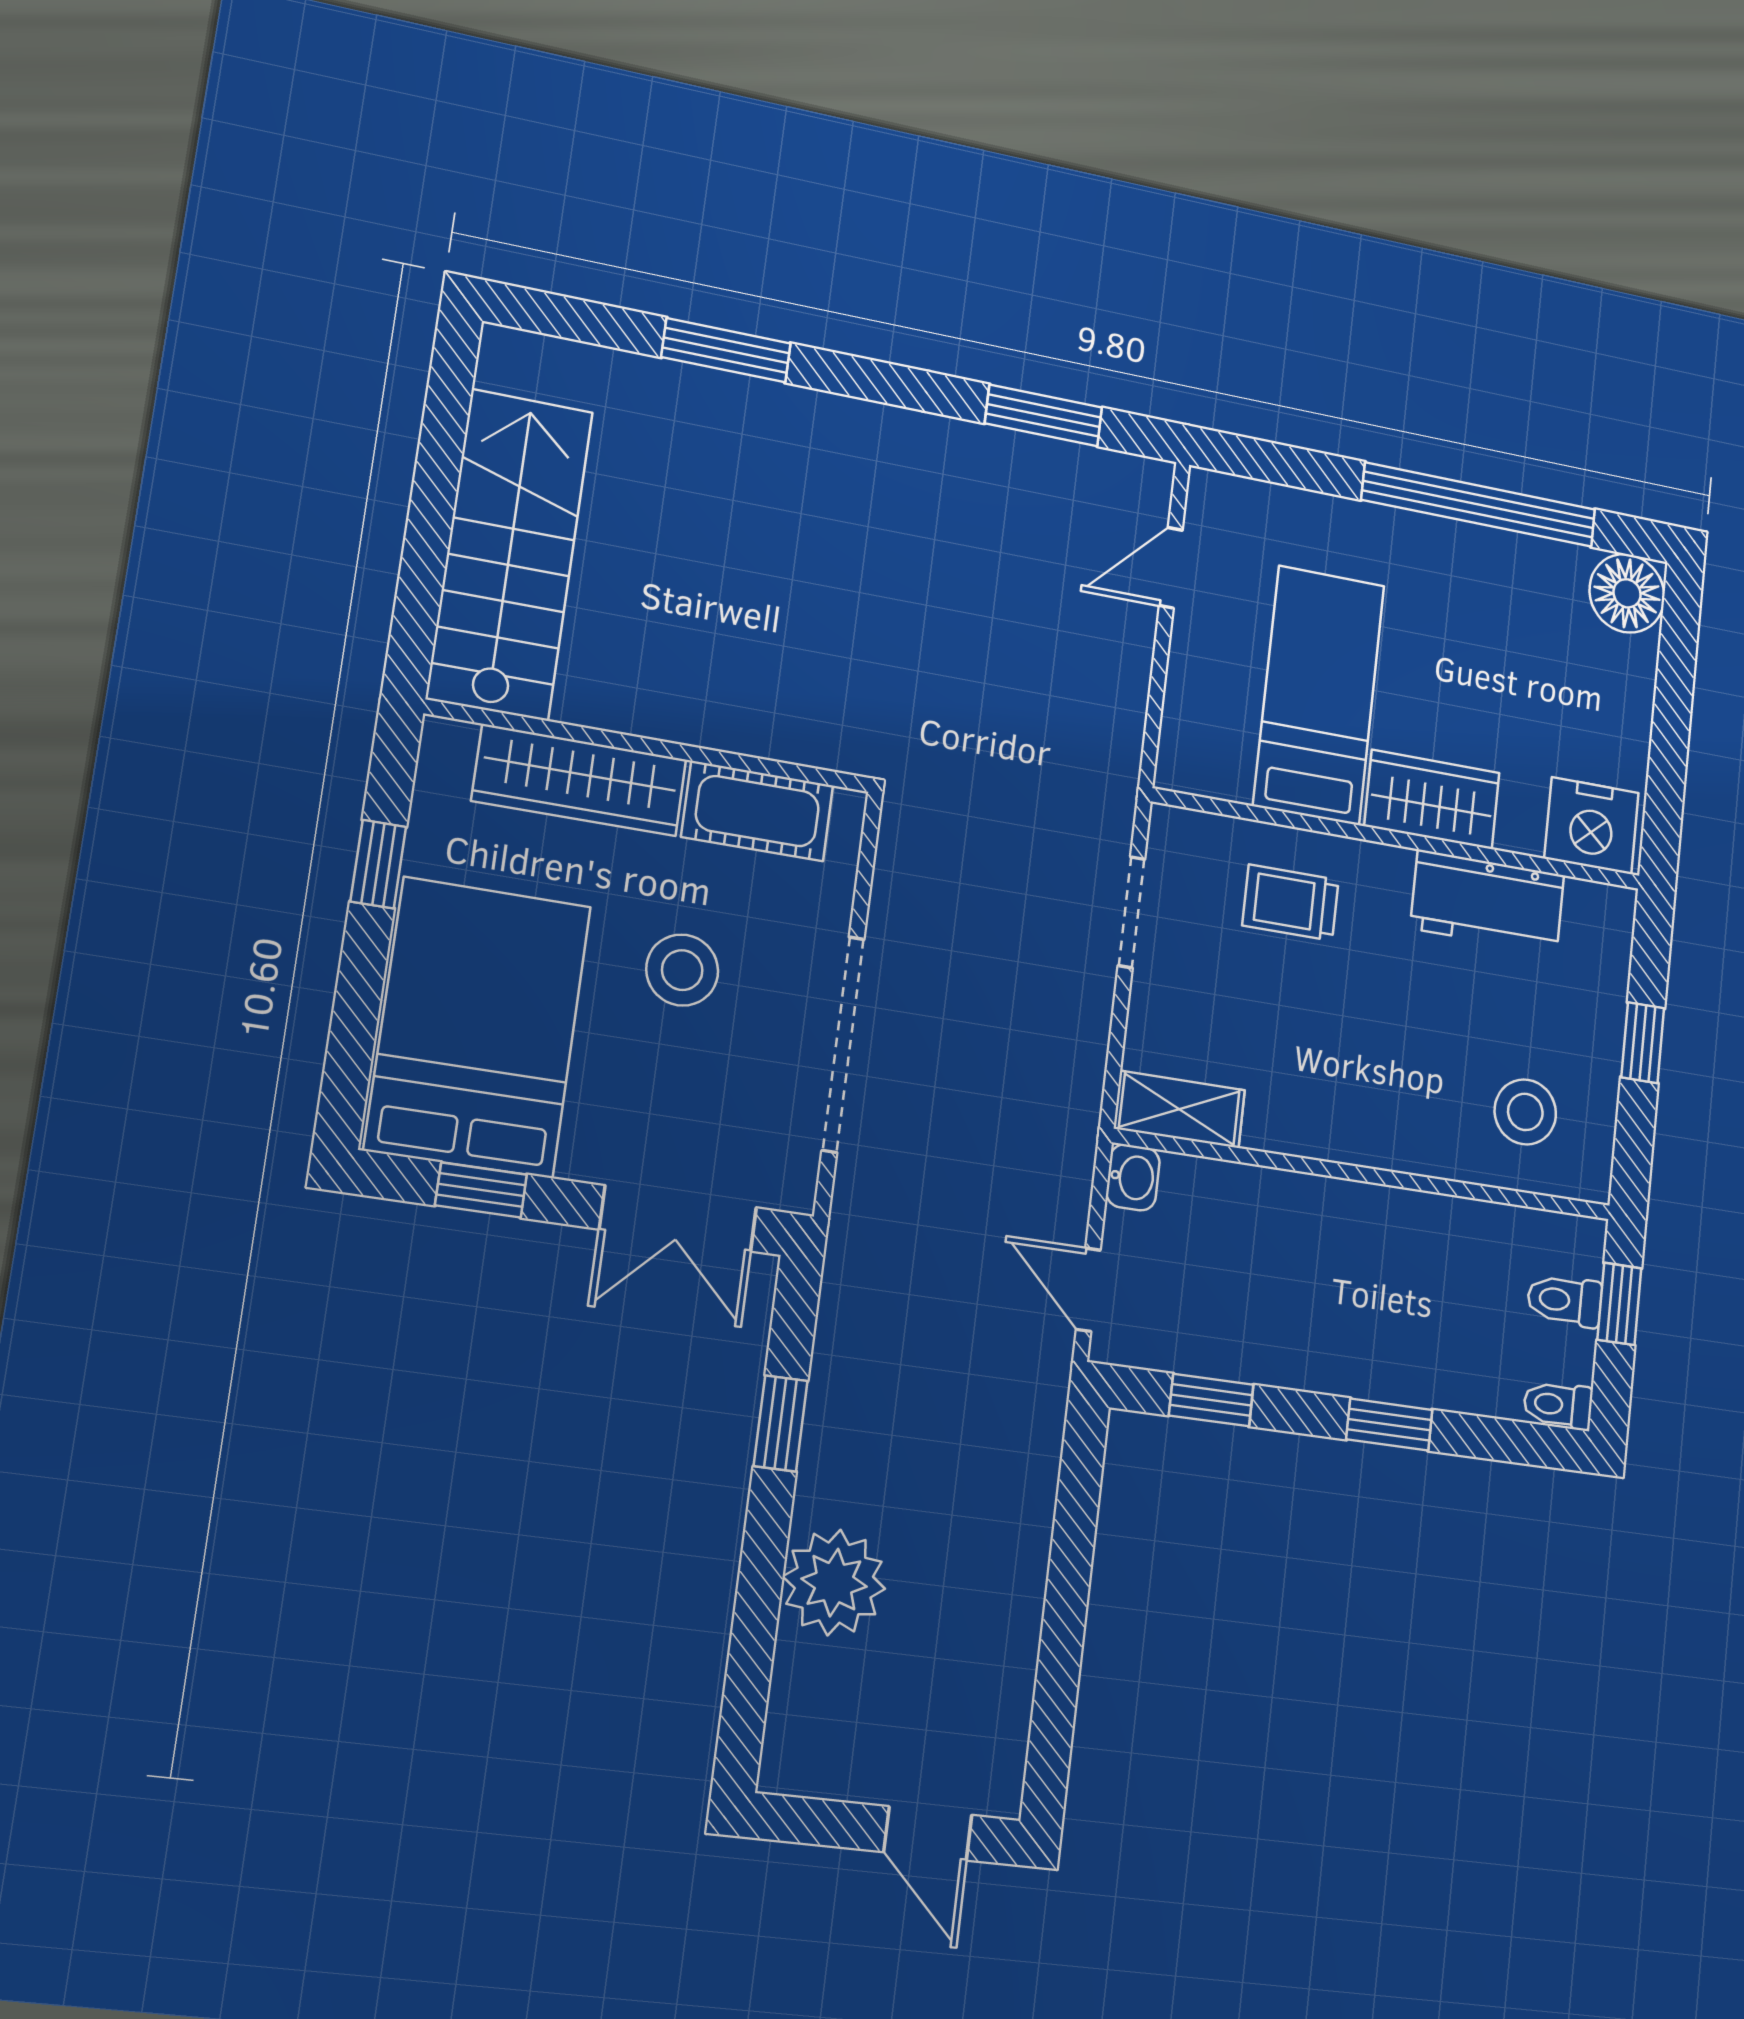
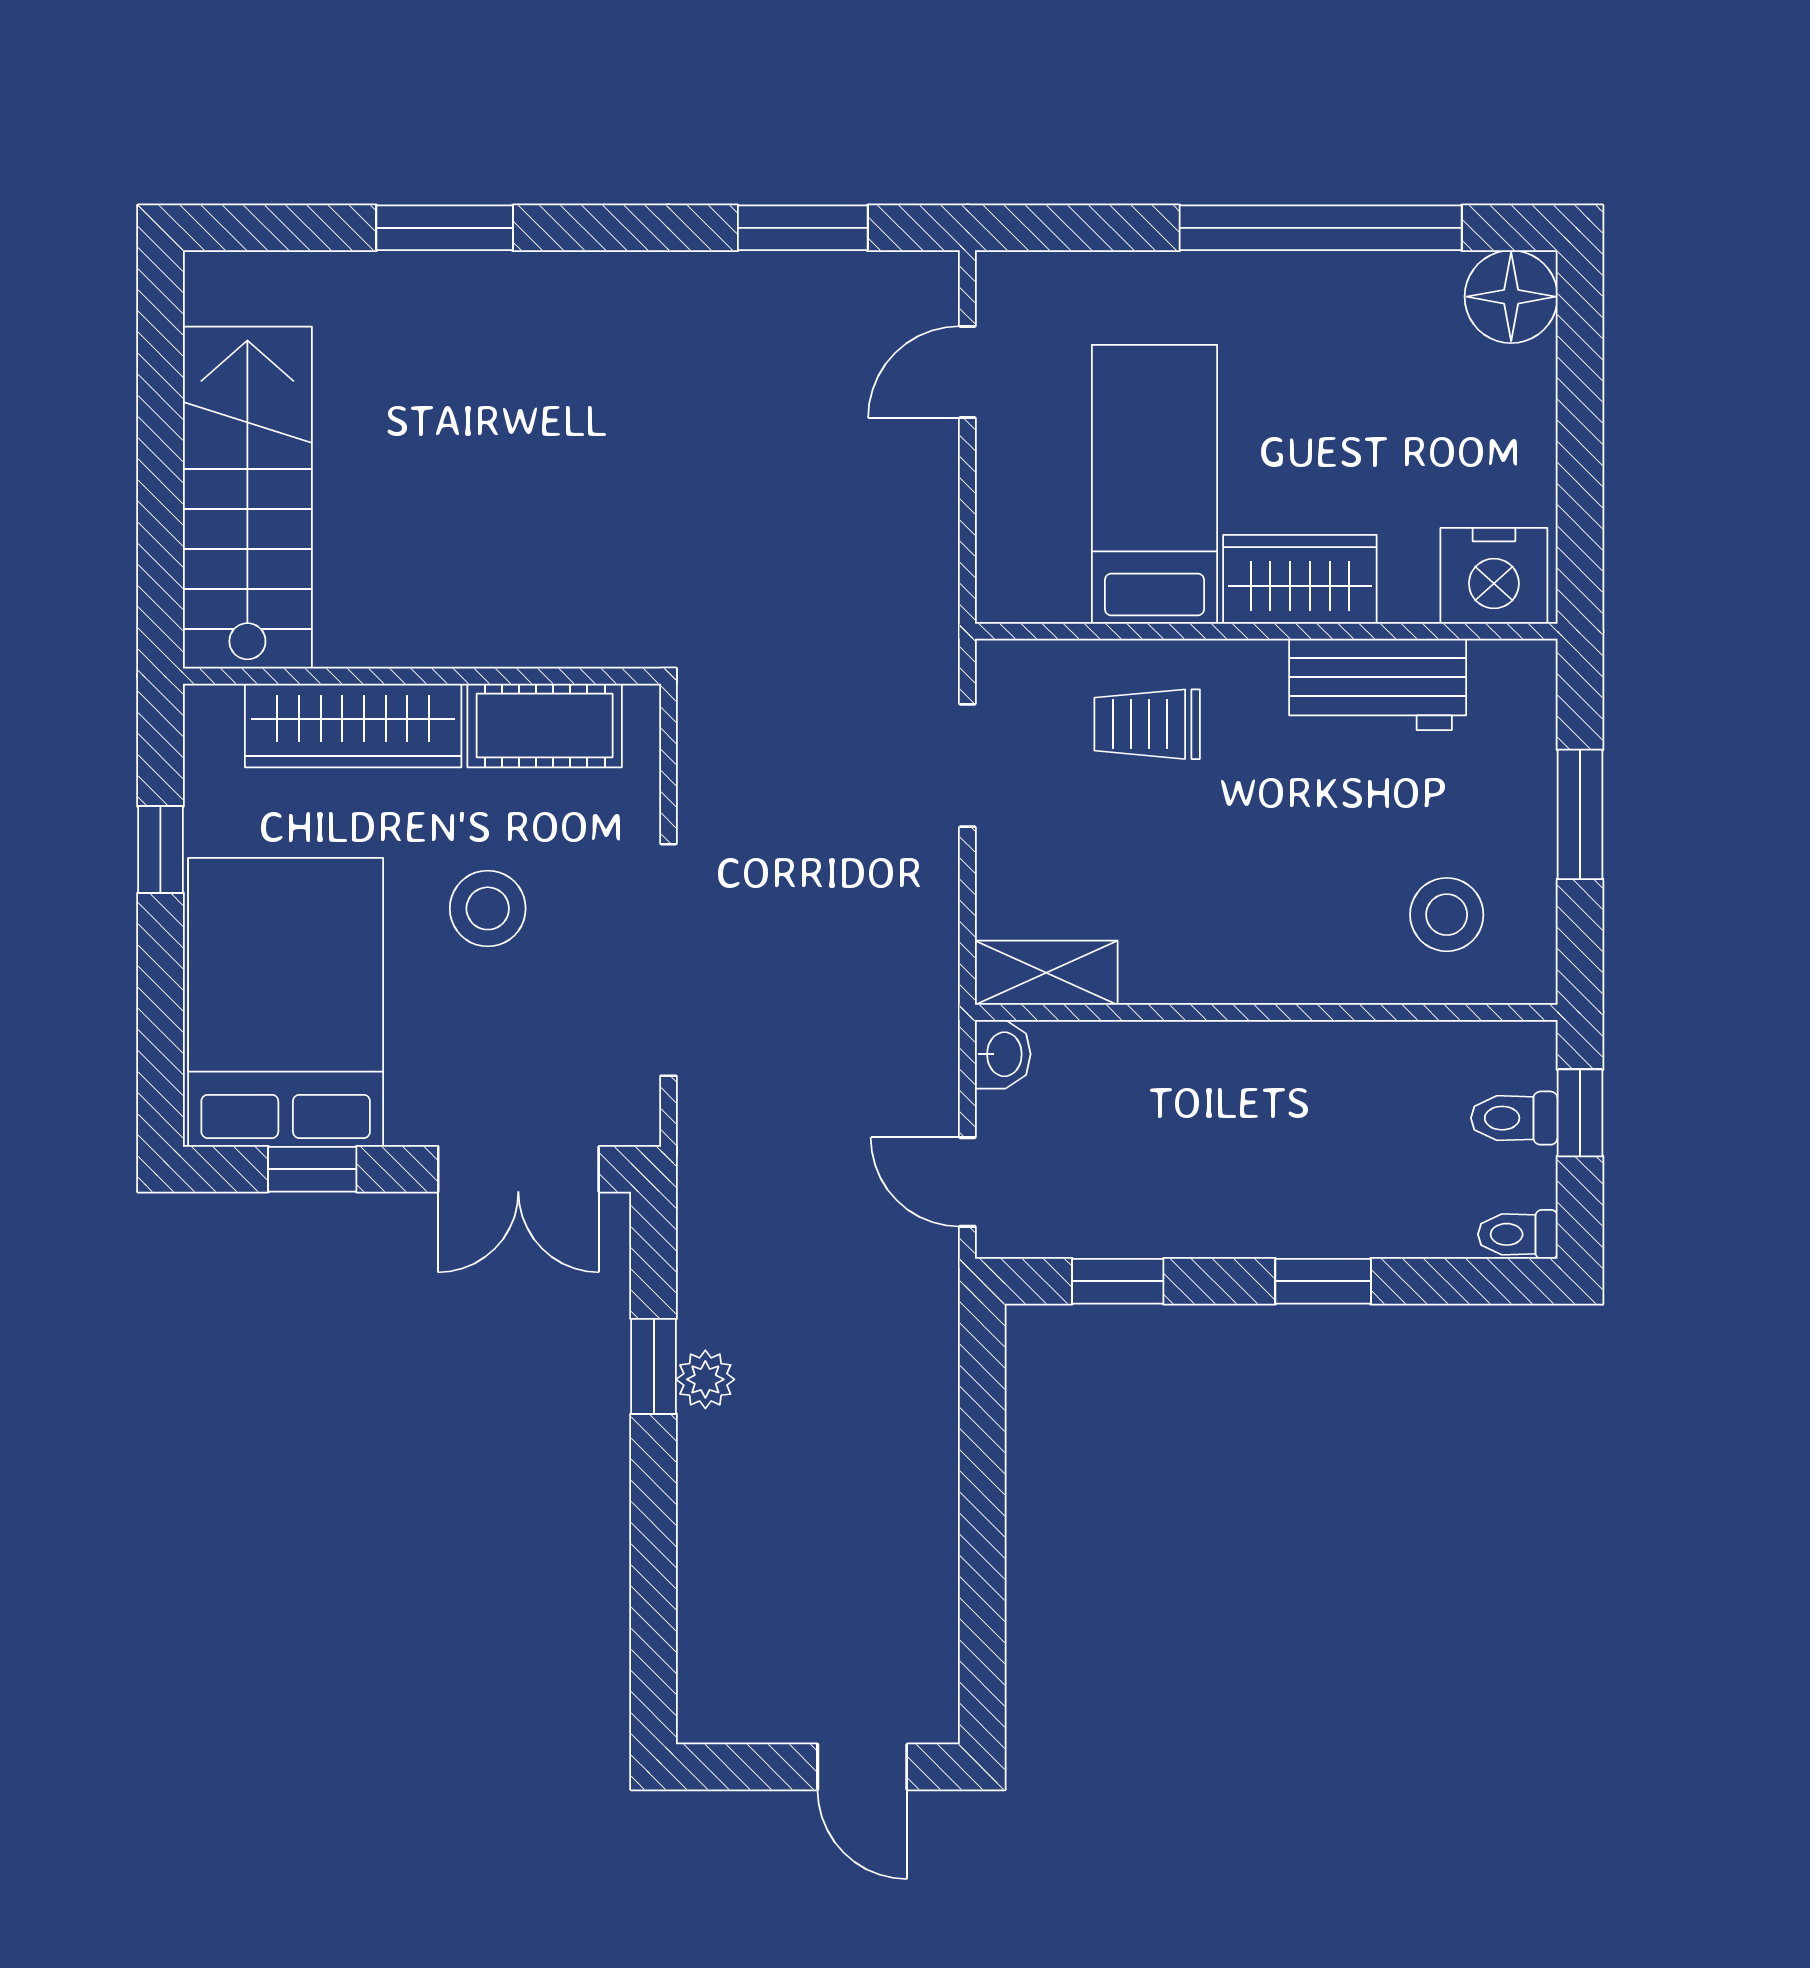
window: (1643, 1043) -> (1580, 814), width x1.50
plant: (834, 1583) -> (705, 1379), moved, width x0.53, depth x0.53

